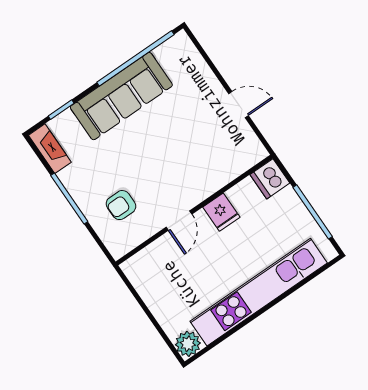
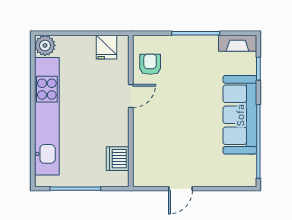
dishwasher: (270, 179) -> (118, 159), moved, turned -90
armchair: (121, 205) -> (150, 64), moved
fridge: (221, 212) -> (107, 47), moved, turned -90
door: (179, 221) -> (131, 96), swing flipped

